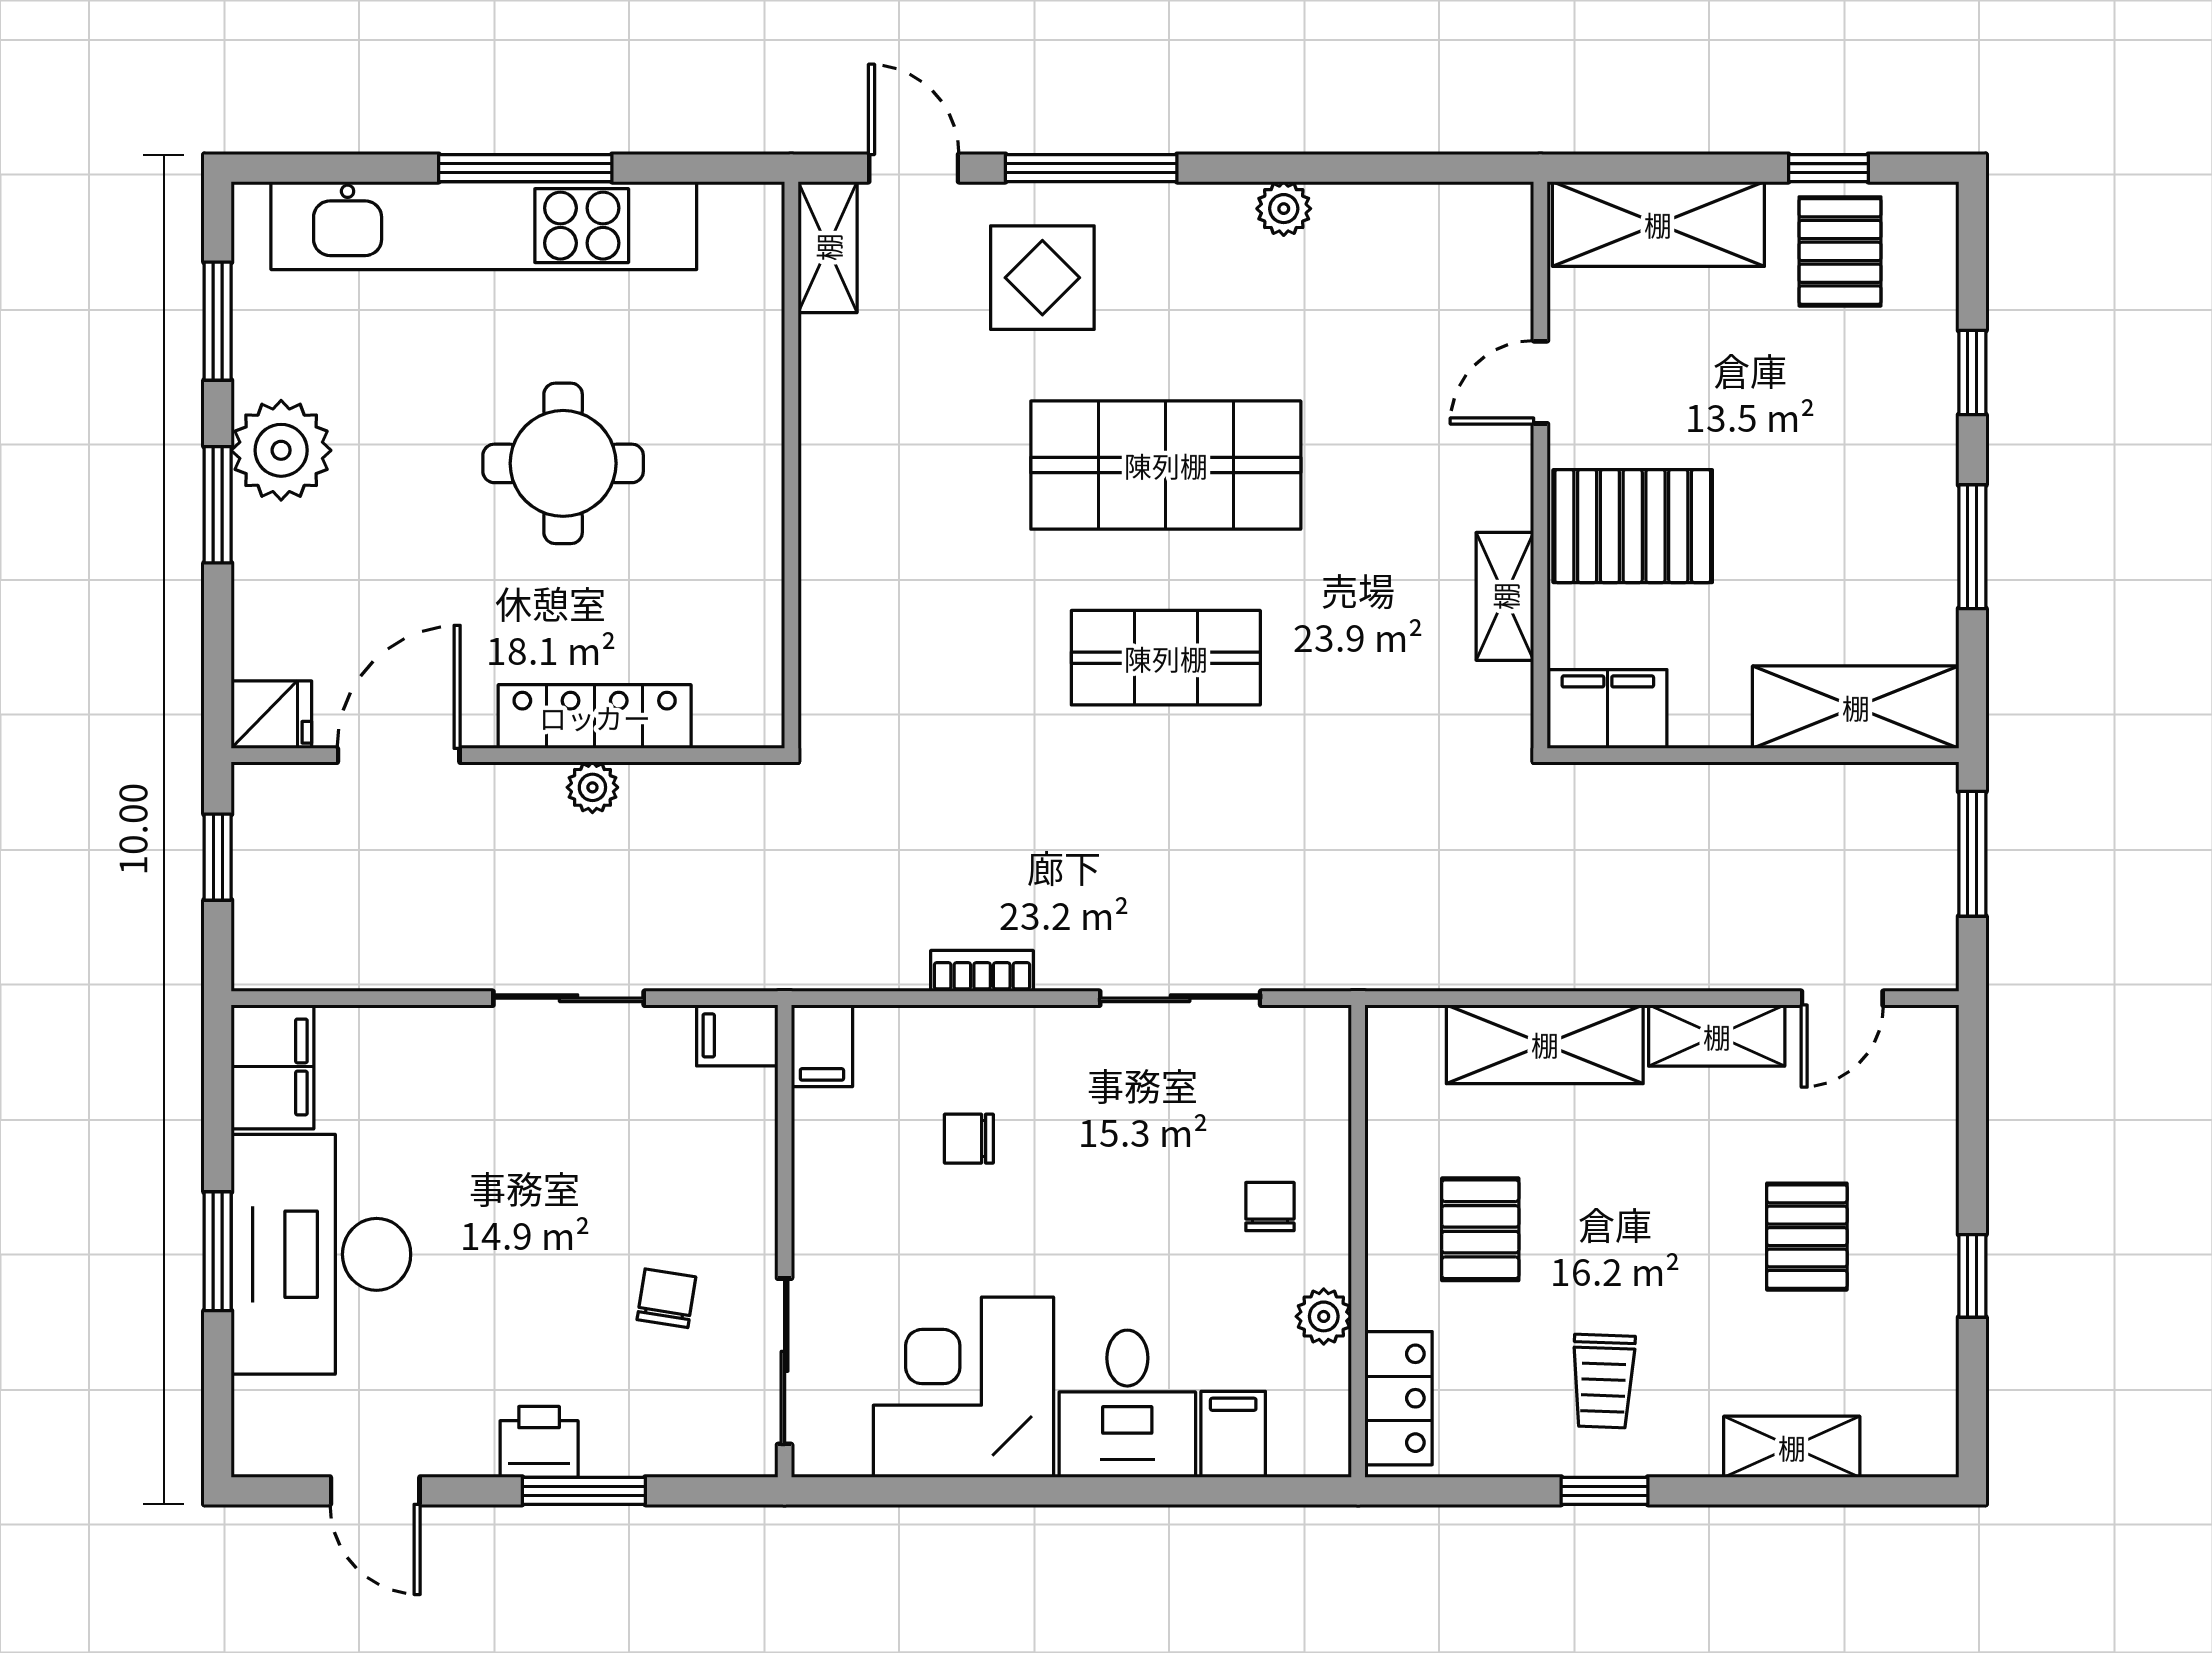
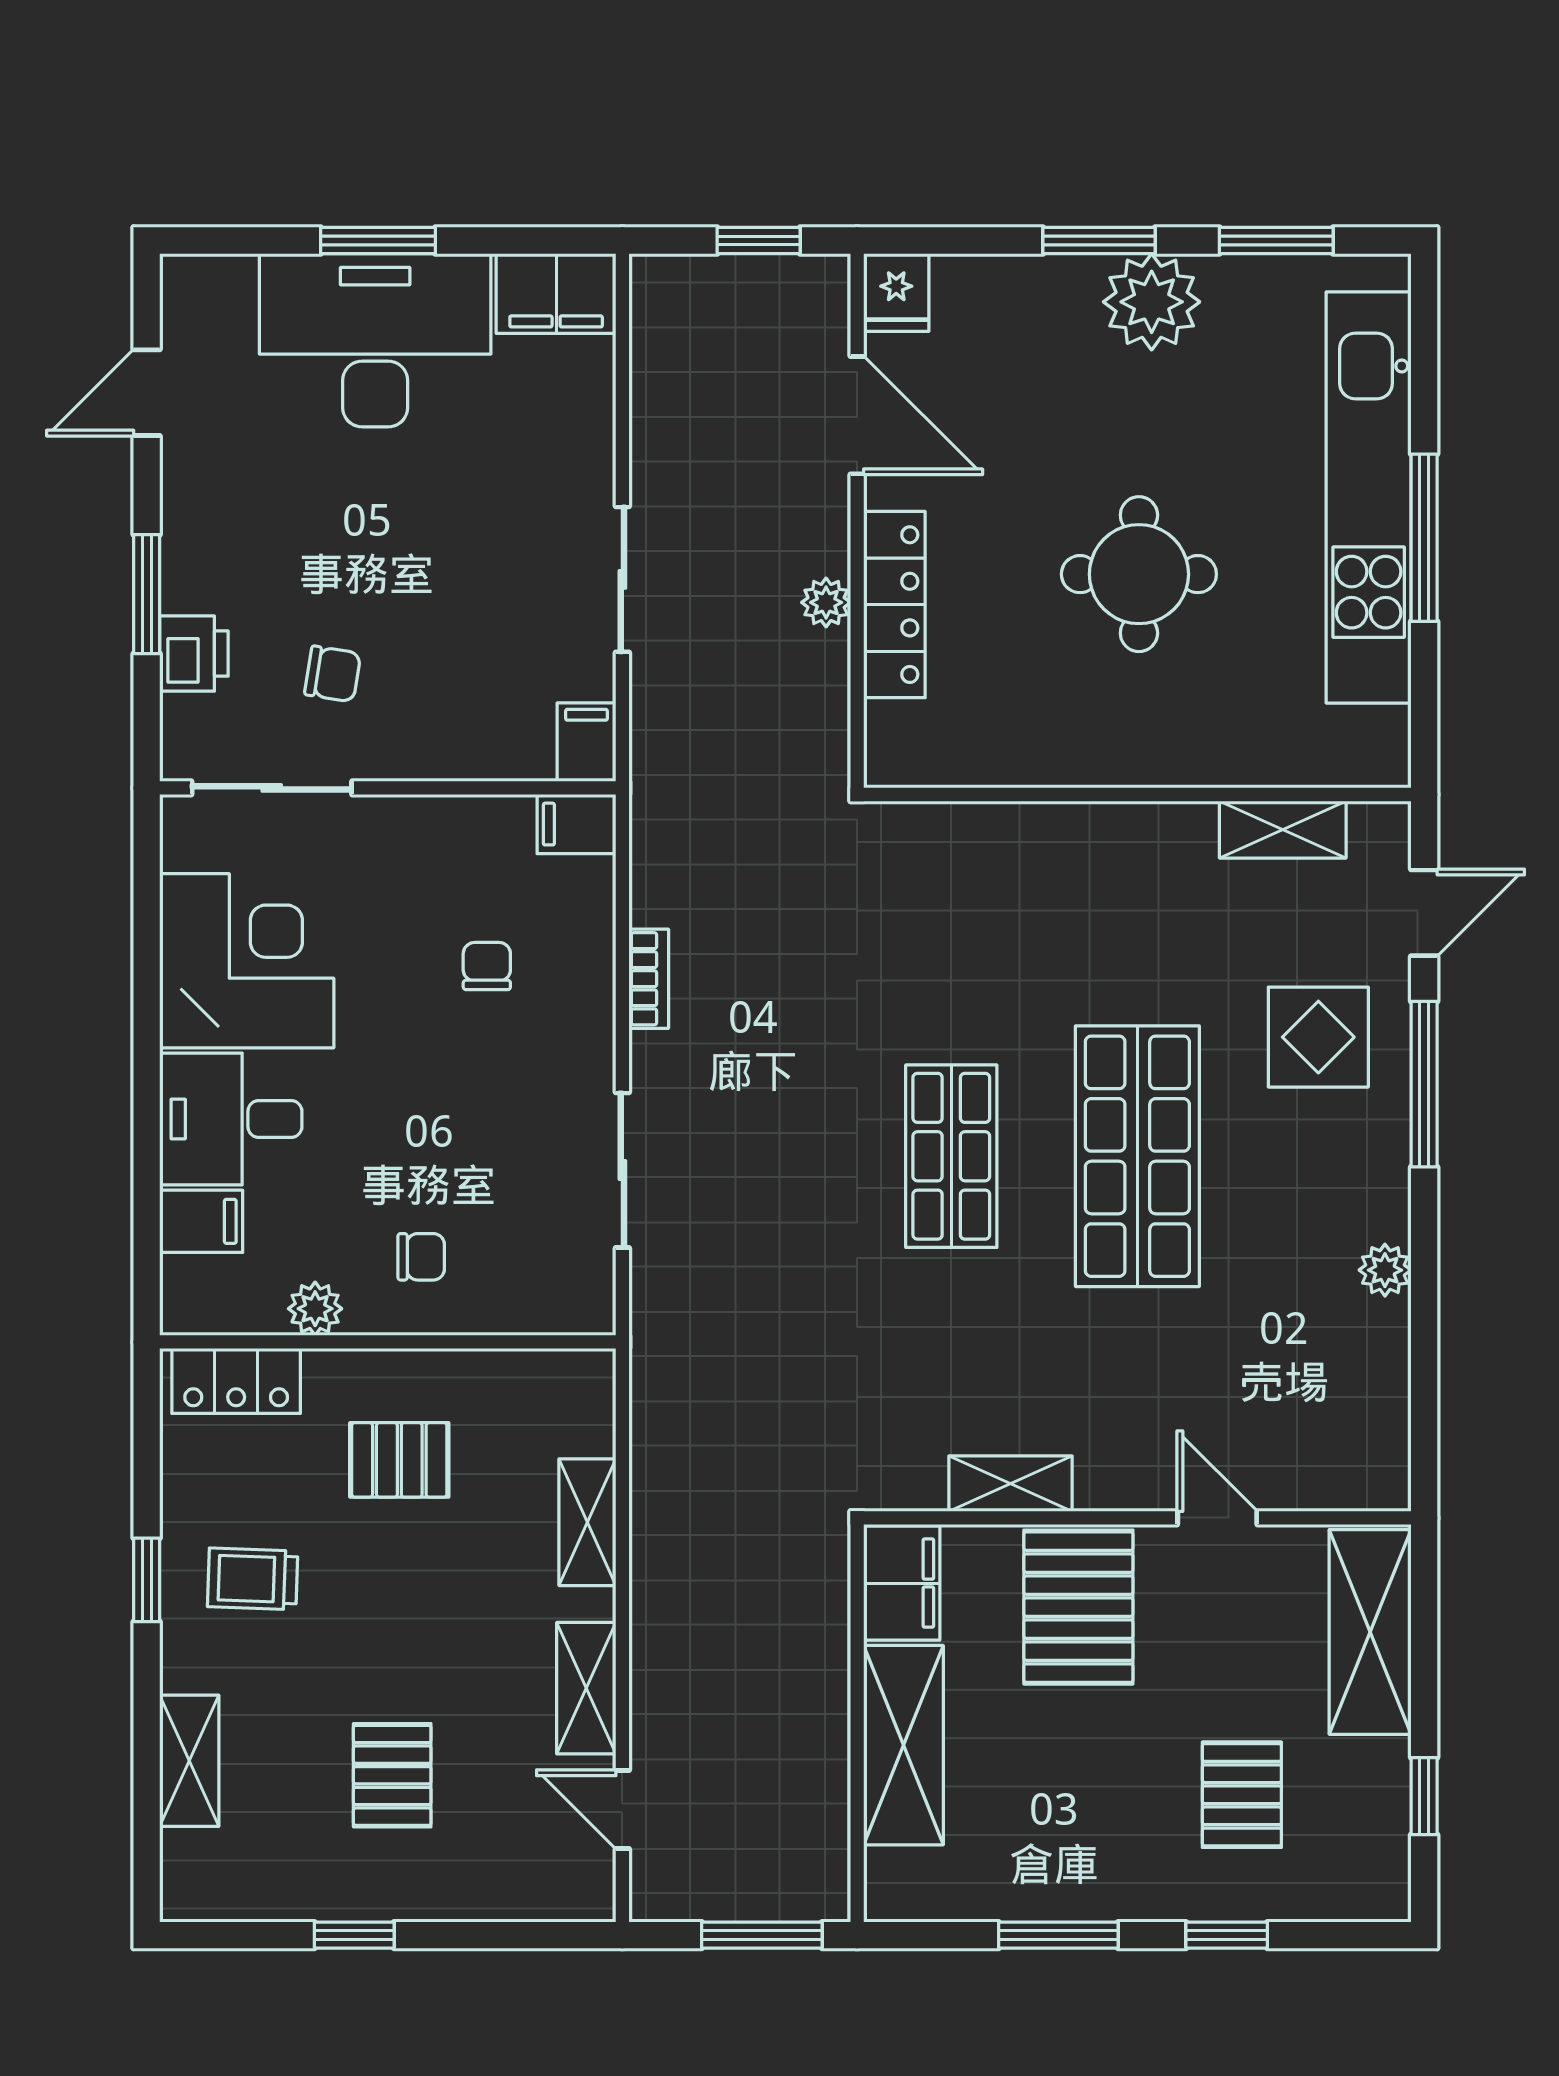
shelving: (828, 247) -> (1283, 830), moved
pallet: (1840, 251) -> (1242, 1795), moved, turned 90
shelving: (1856, 707) -> (903, 1745), moved
shelving: (1545, 1044) -> (587, 1522), width x0.67, depth x0.75
pallet: (1807, 1237) -> (392, 1775), turned 90
printer: (539, 1442) -> (194, 654), moved

